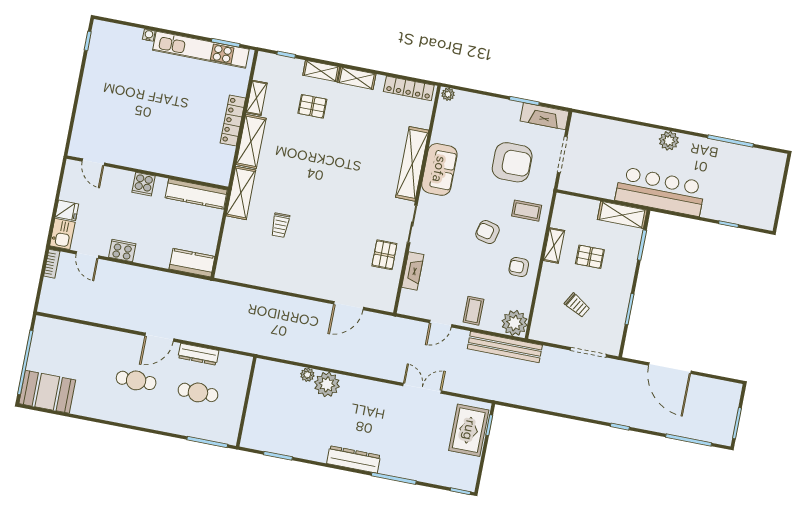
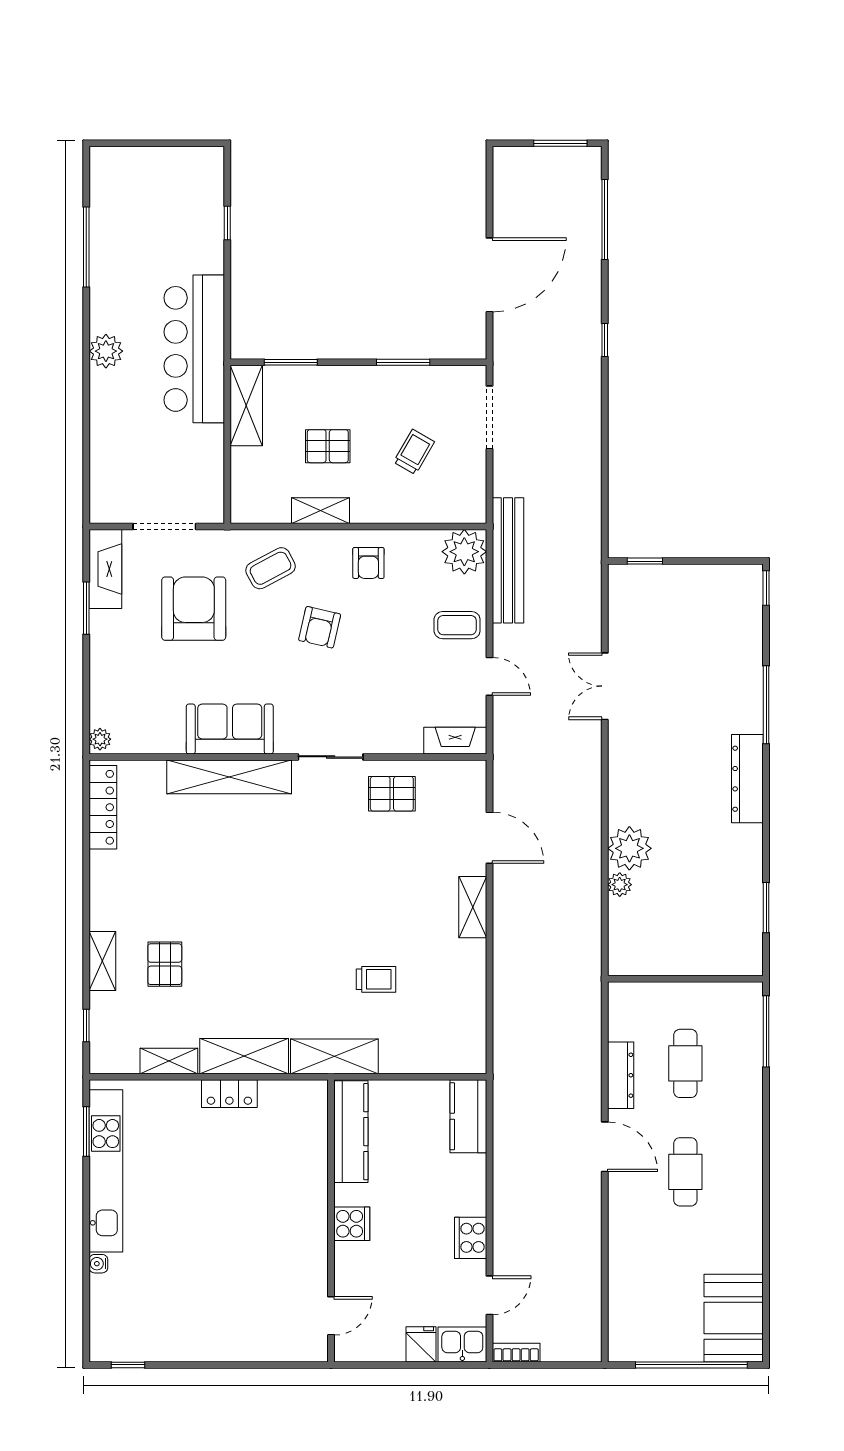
shelving: (357, 78) -> (473, 907), moved
locker: (233, 120) -> (229, 1094), width x0.66
coffee table: (527, 211) -> (271, 568), turned 62
pallet: (590, 257) -> (328, 446), turned 90
fireplace: (413, 271) -> (455, 741), moved
rug: (469, 430) -> (660, 594), removed

